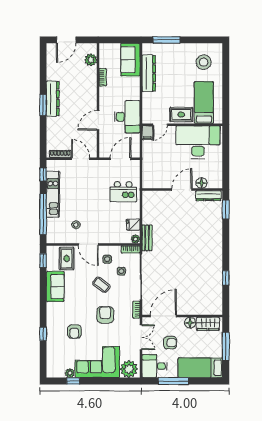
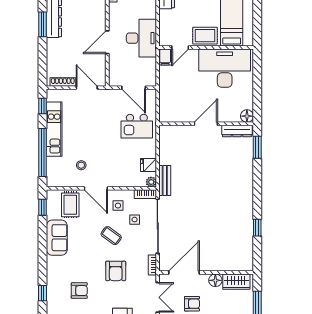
door: (121, 159) -> (134, 88), swing flipped
floor lamp: (201, 183) -> (247, 116), moved
armchair: (105, 315) -> (116, 271), turned 180
armchair: (74, 331) -> (79, 291), turned -90

